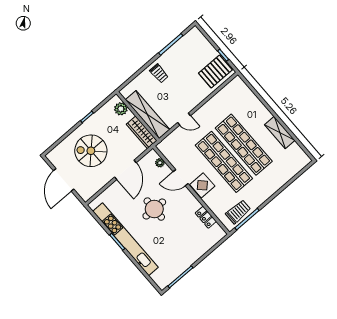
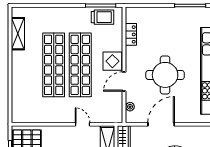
shelving: (280, 132) -> (18, 34), moved
door: (181, 178) -> (124, 82), swing flipped
round table: (154, 209) -> (165, 75), width x1.36, depth x1.36
trolley: (238, 212) -> (103, 17), turned 180

